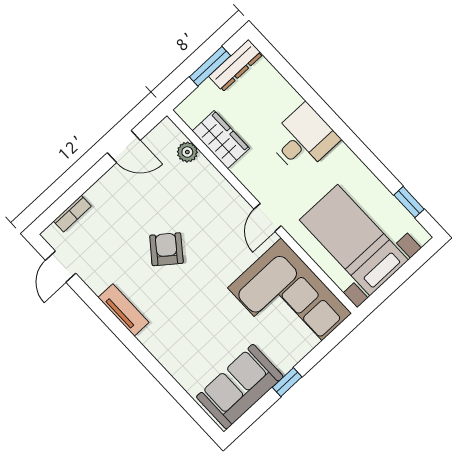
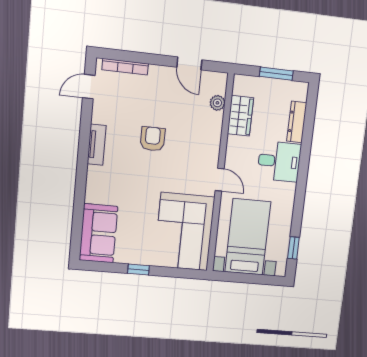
dresser: (236, 66) -> (297, 122), moved, turned 90
bookcase: (72, 214) -> (125, 67), width x1.56
door: (268, 217) -> (220, 180), swing flipped
armchair: (166, 249) -> (153, 139), turned -38
sofa: (240, 387) -> (99, 233), moved, turned 90

